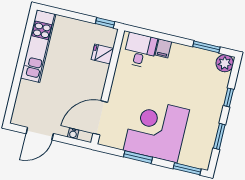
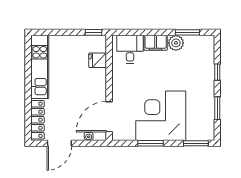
filing cabinet: (163, 48) -> (156, 43), width x2.00
plant: (225, 63) -> (176, 43), moved
locker: (22, 103) -> (37, 120), added

